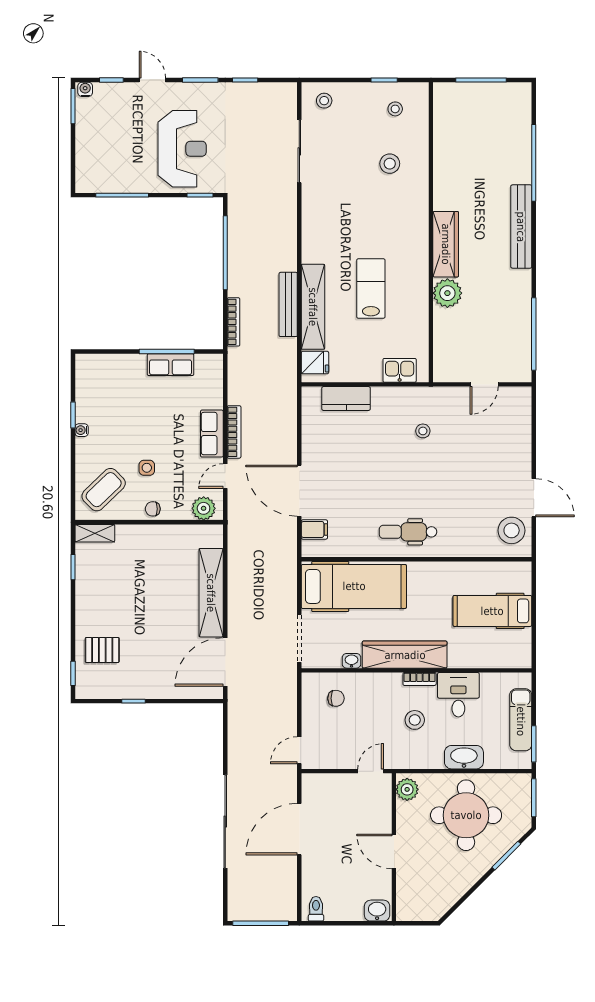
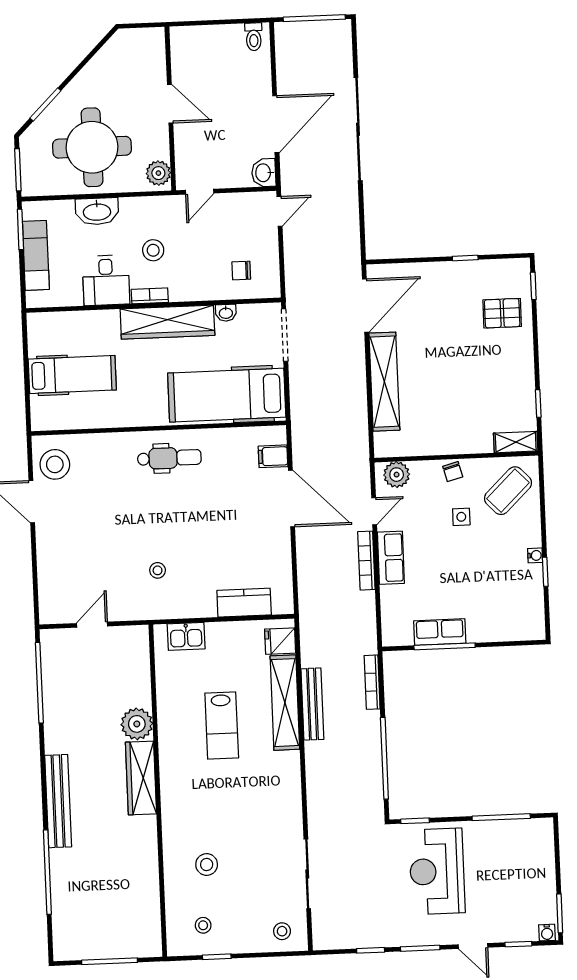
chair: (153, 509) -> (453, 472), turned 75
washbasin: (377, 911) -> (264, 173), moved, turned 90

